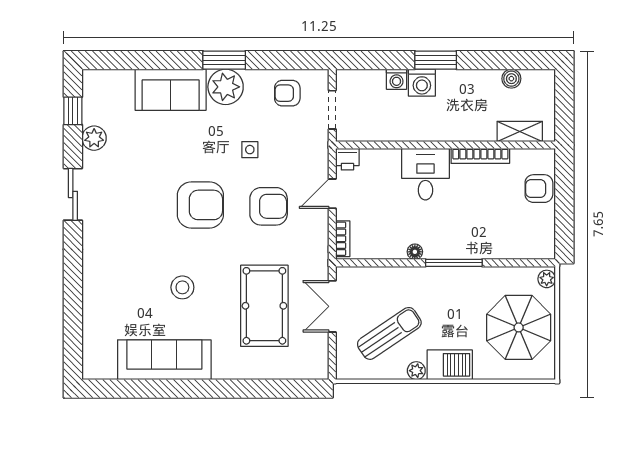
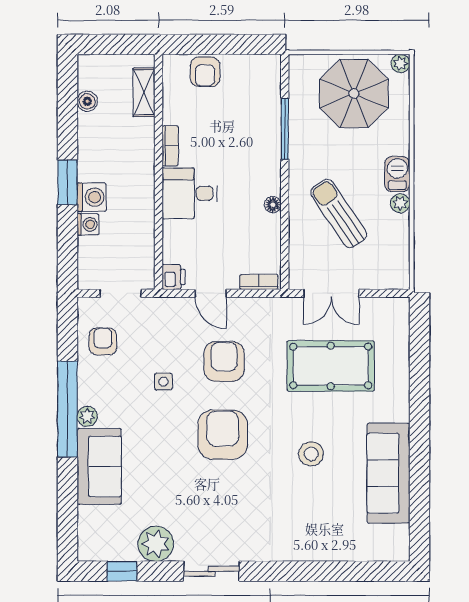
window: (224, 60) -> (67, 409), width x2.11
plant: (226, 87) -> (87, 416), width x0.53, depth x0.53
armchair: (287, 93) -> (103, 341), turned 180
plant: (94, 138) -> (156, 544), width x1.36, depth x1.36
bookcase: (480, 156) -> (170, 146), width x0.64
window: (454, 263) -> (285, 129), moved
plant: (547, 279) -> (400, 63), moved
sun lounger: (389, 333) -> (339, 214), moved
barbecue: (450, 365) -> (397, 174), width x0.73, depth x0.79

